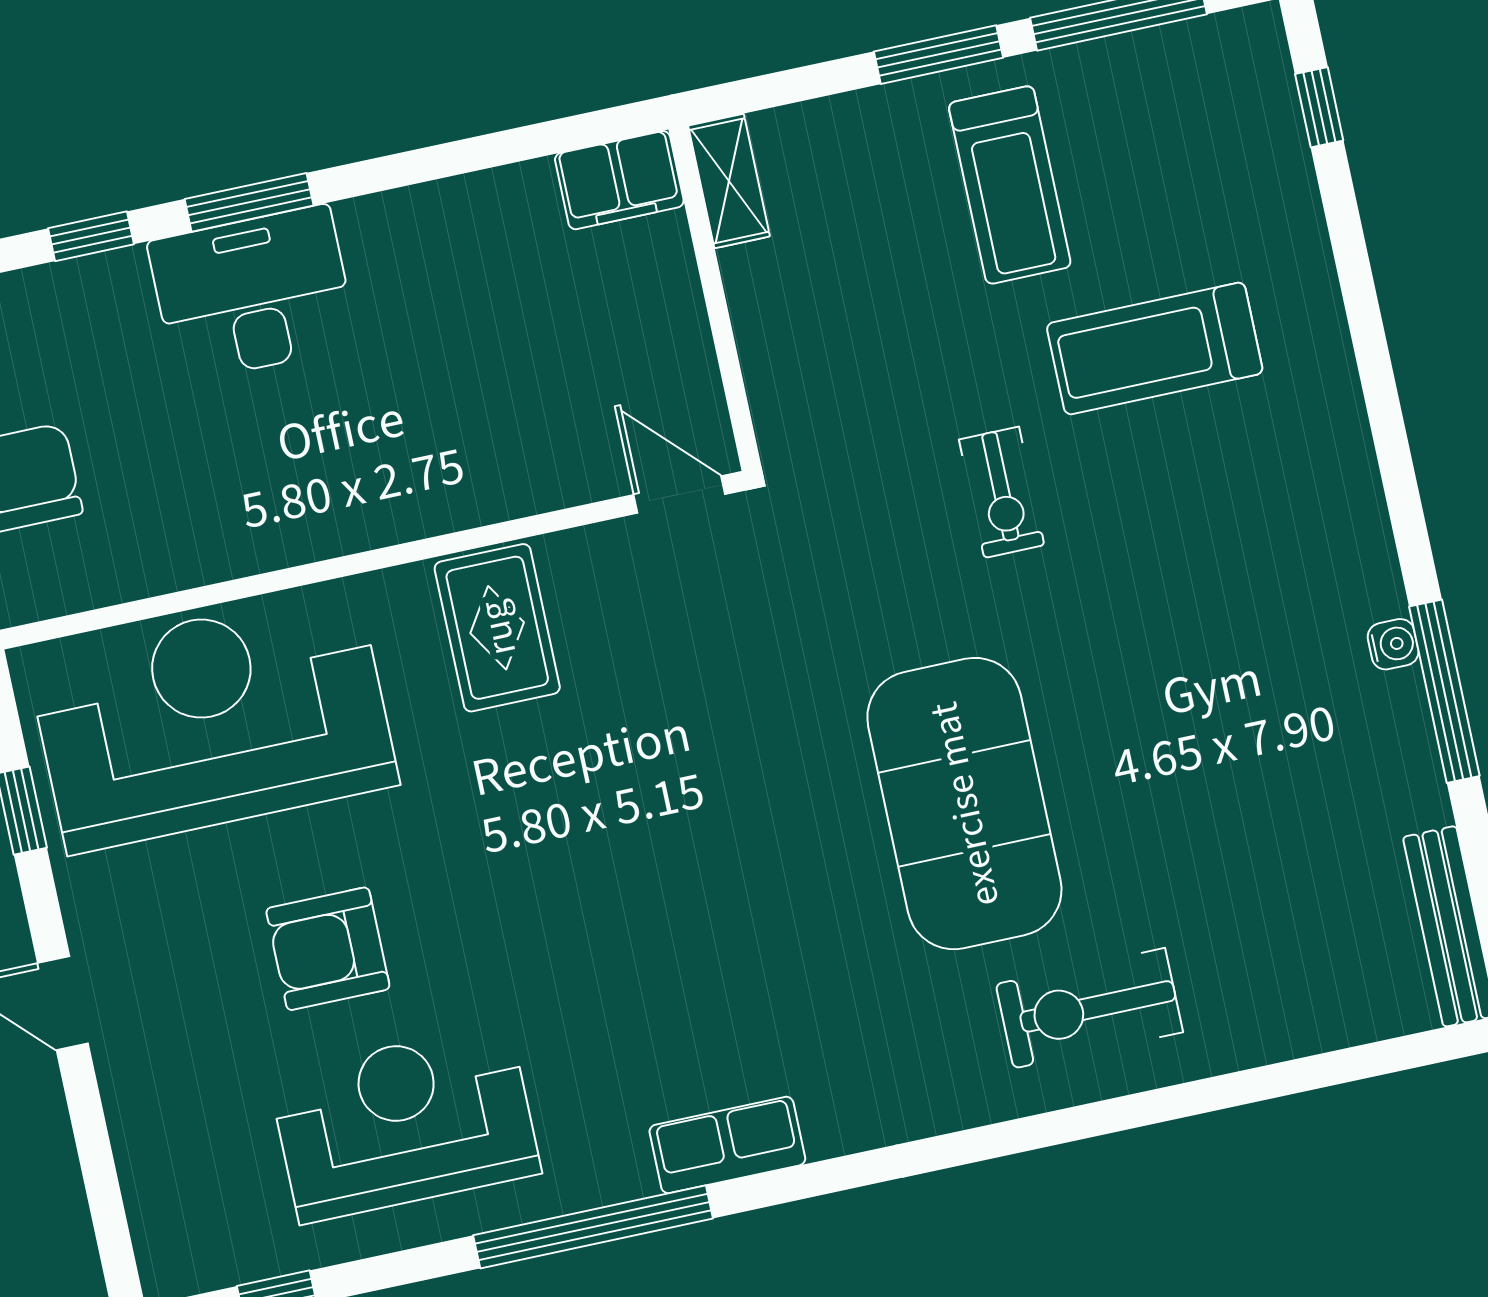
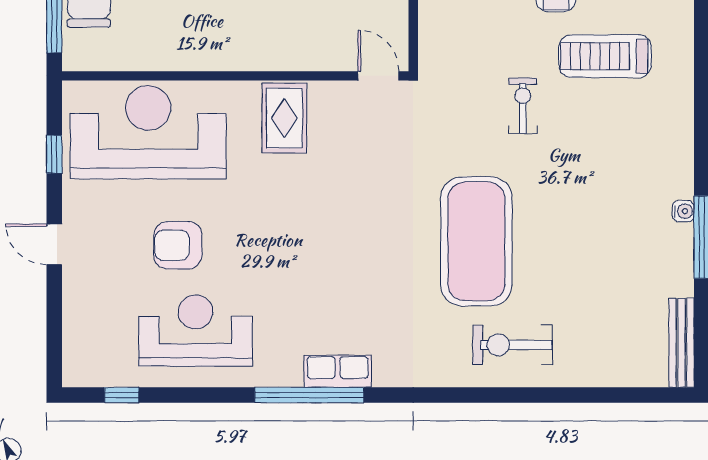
exercise bike: (1002, 492) -> (523, 106), turned 180
window: (593, 1227) -> (309, 395), moved

